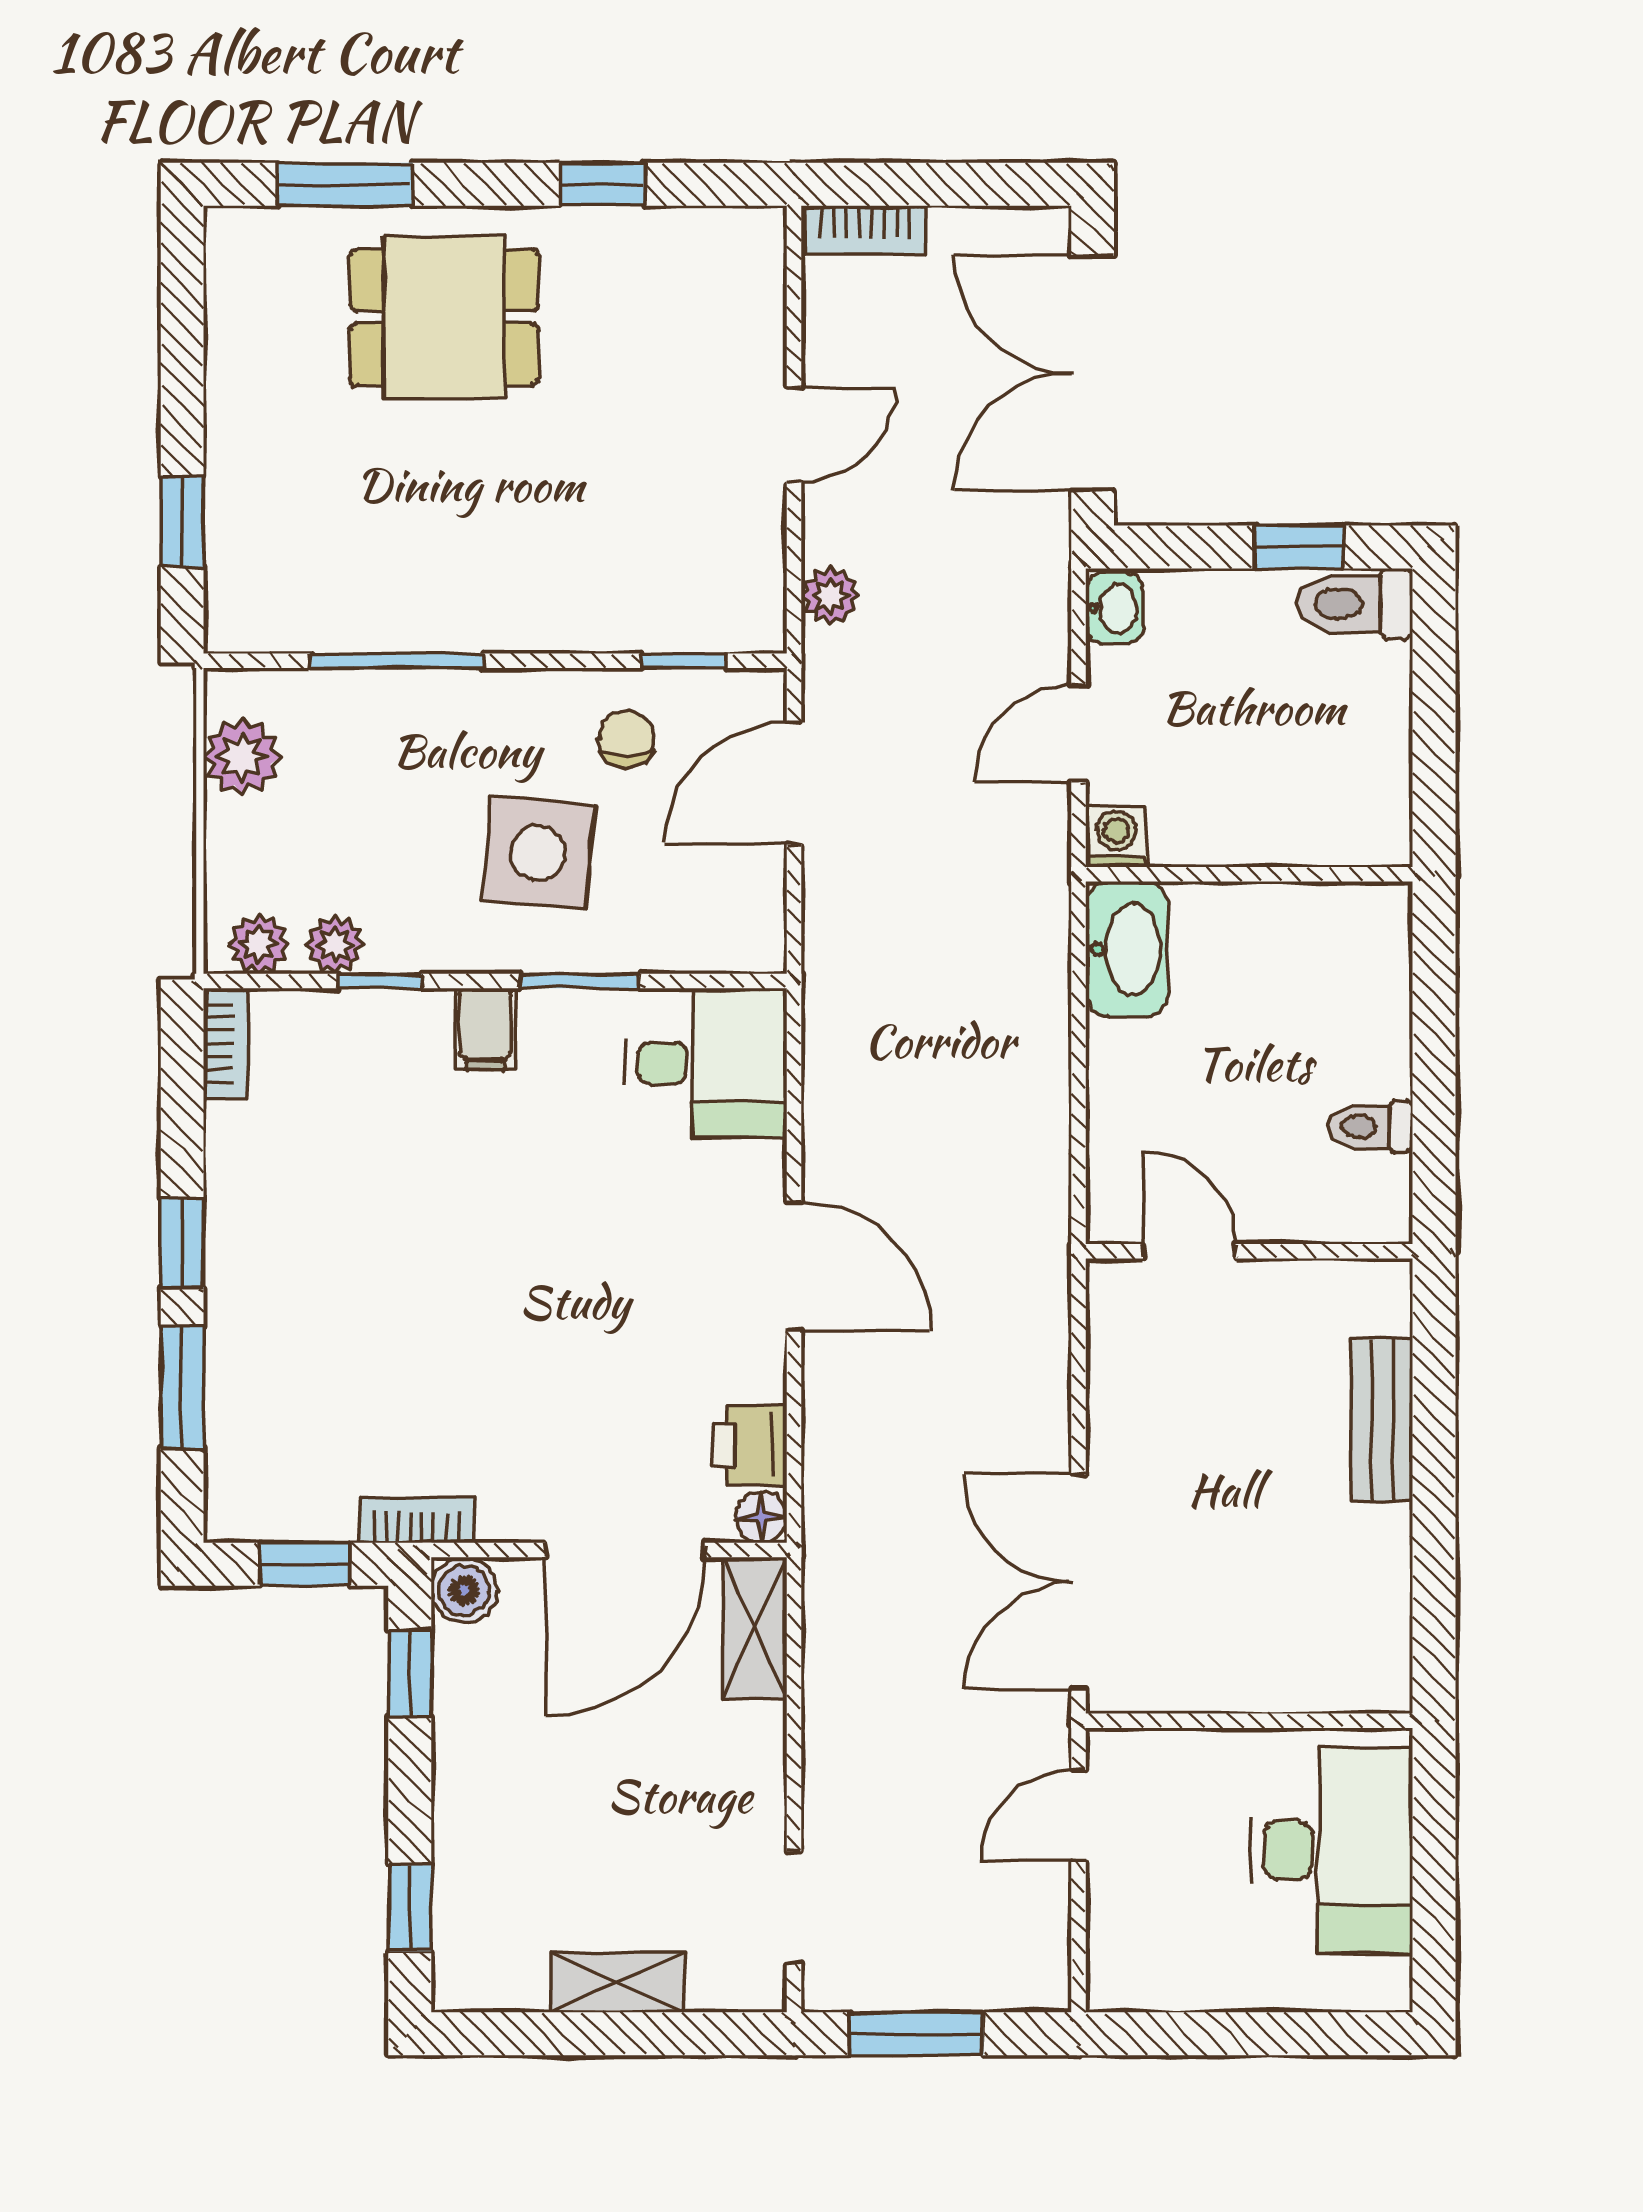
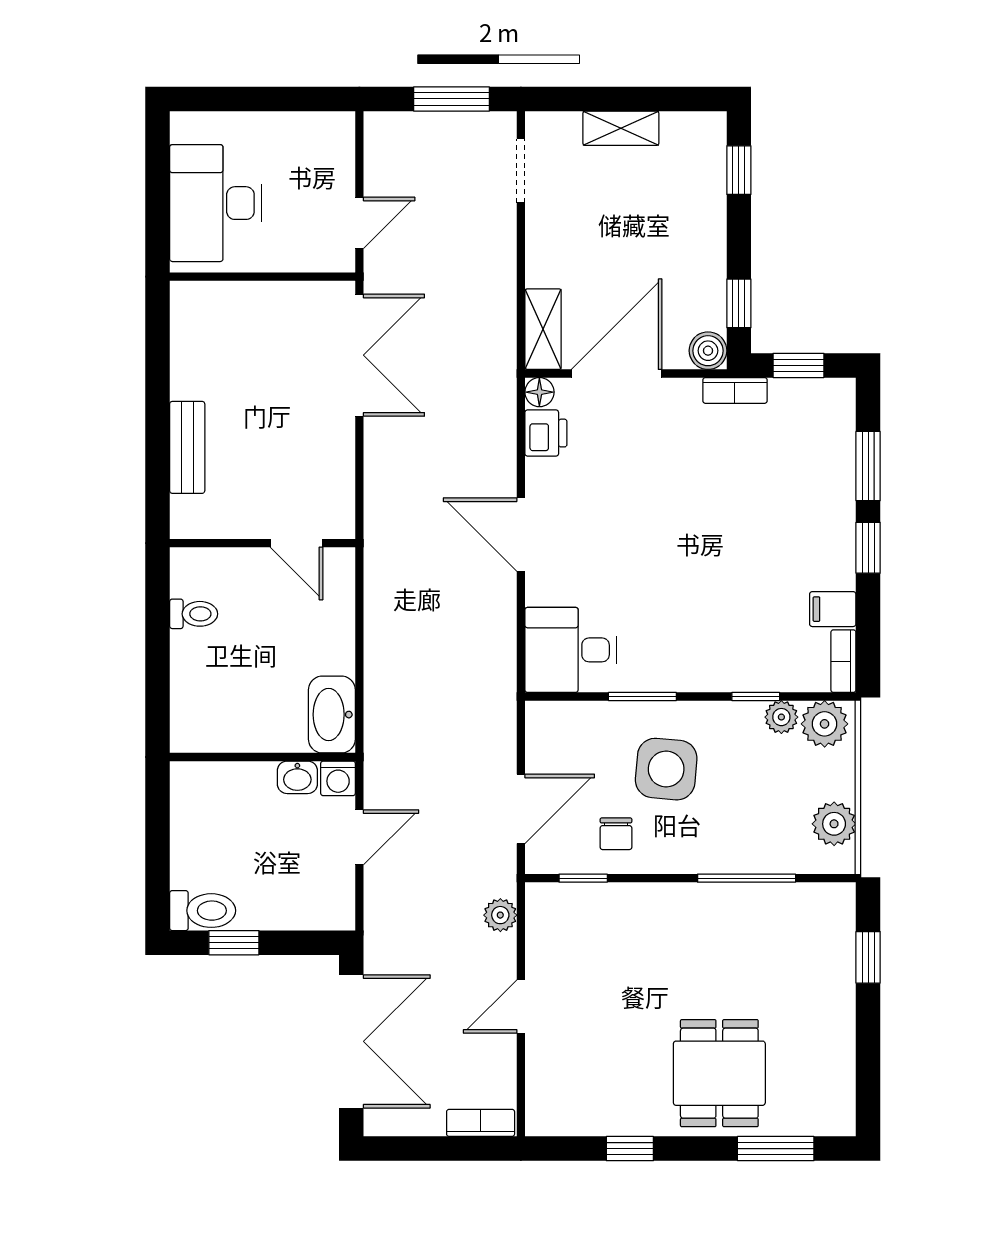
dining table: (444, 317) -> (719, 1073), turned 90
washbasin: (1114, 608) -> (297, 777), moved, turned -90
plant: (259, 944) -> (825, 724), width x1.38, depth x1.38
filing cabinet: (485, 1029) -> (833, 609), moved, turned -90

